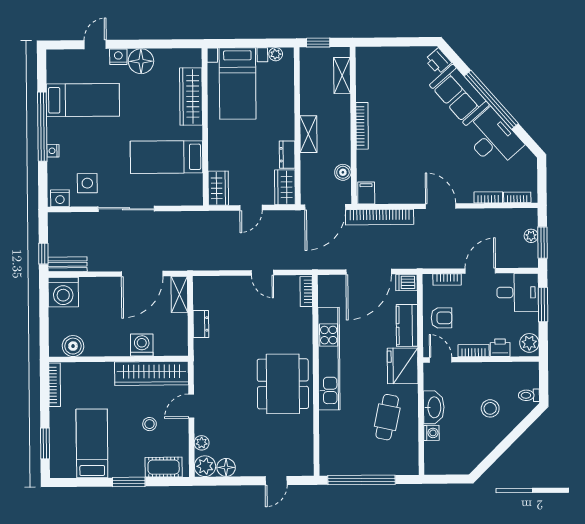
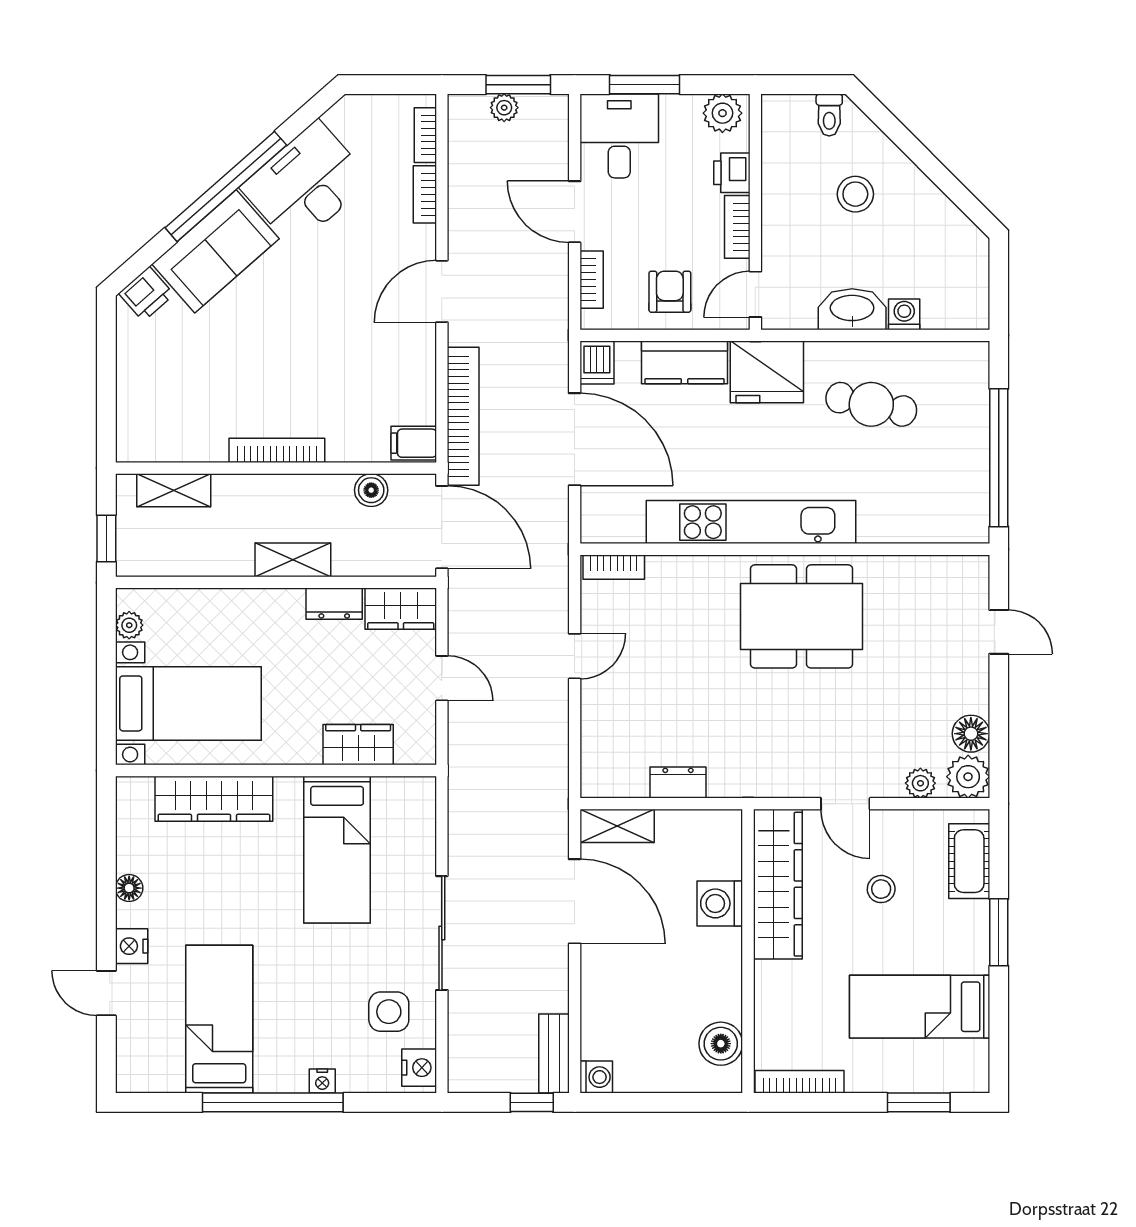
floor lamp: (141, 61) -> (129, 888), width x0.53, depth x0.53
wardrobe: (218, 188) -> (358, 745), moved
washing machine: (63, 292) -> (596, 1077), width x0.53, depth x0.53

